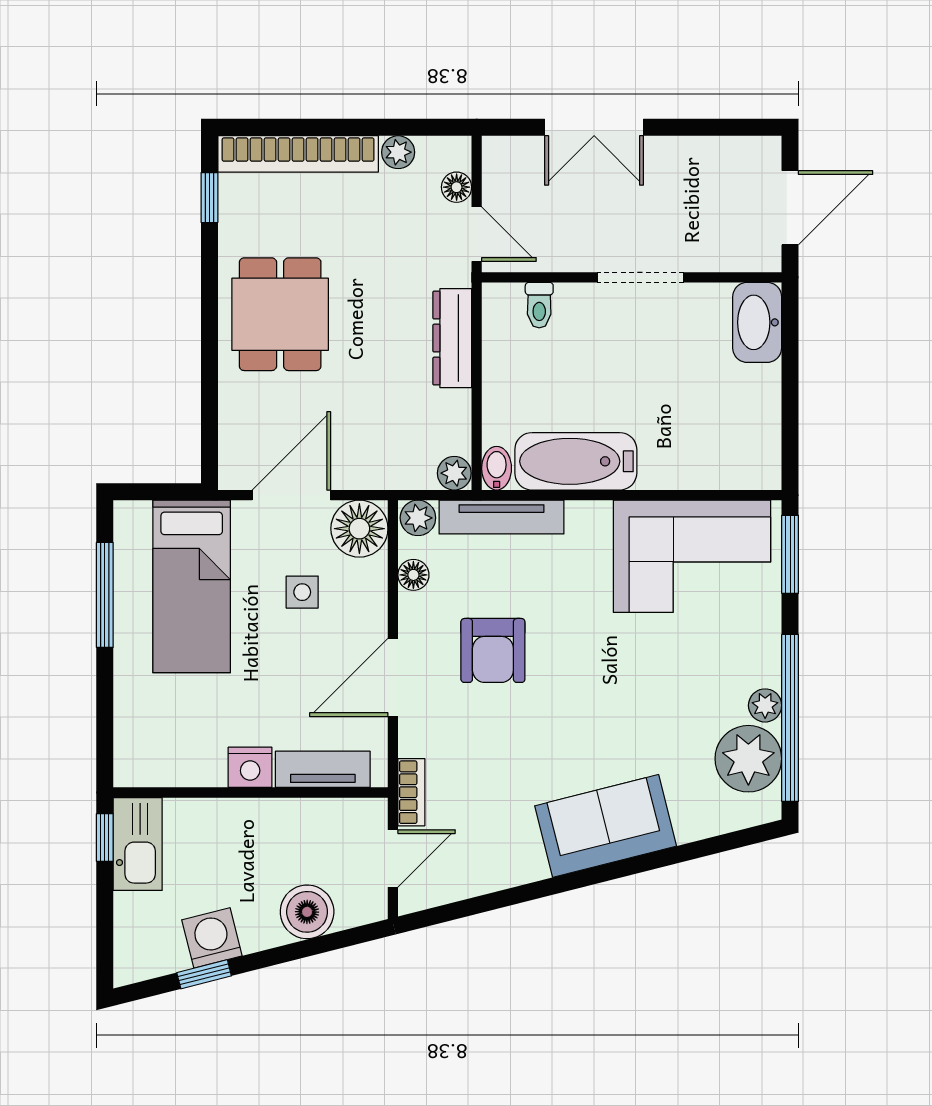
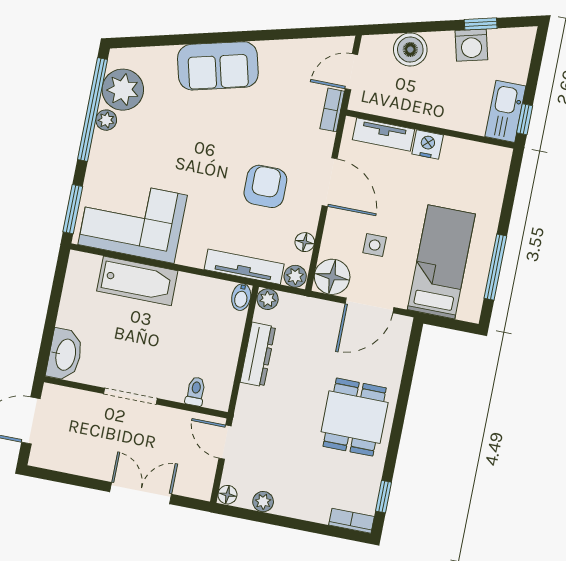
bookcase: (298, 154) -> (352, 521), width x0.43, depth x0.76
floor lamp: (457, 187) -> (227, 495), moved
dresser: (452, 338) -> (258, 354), moved
bathtub: (576, 461) -> (137, 281), moved
door: (393, 677) -> (330, 182), hinge flipped

